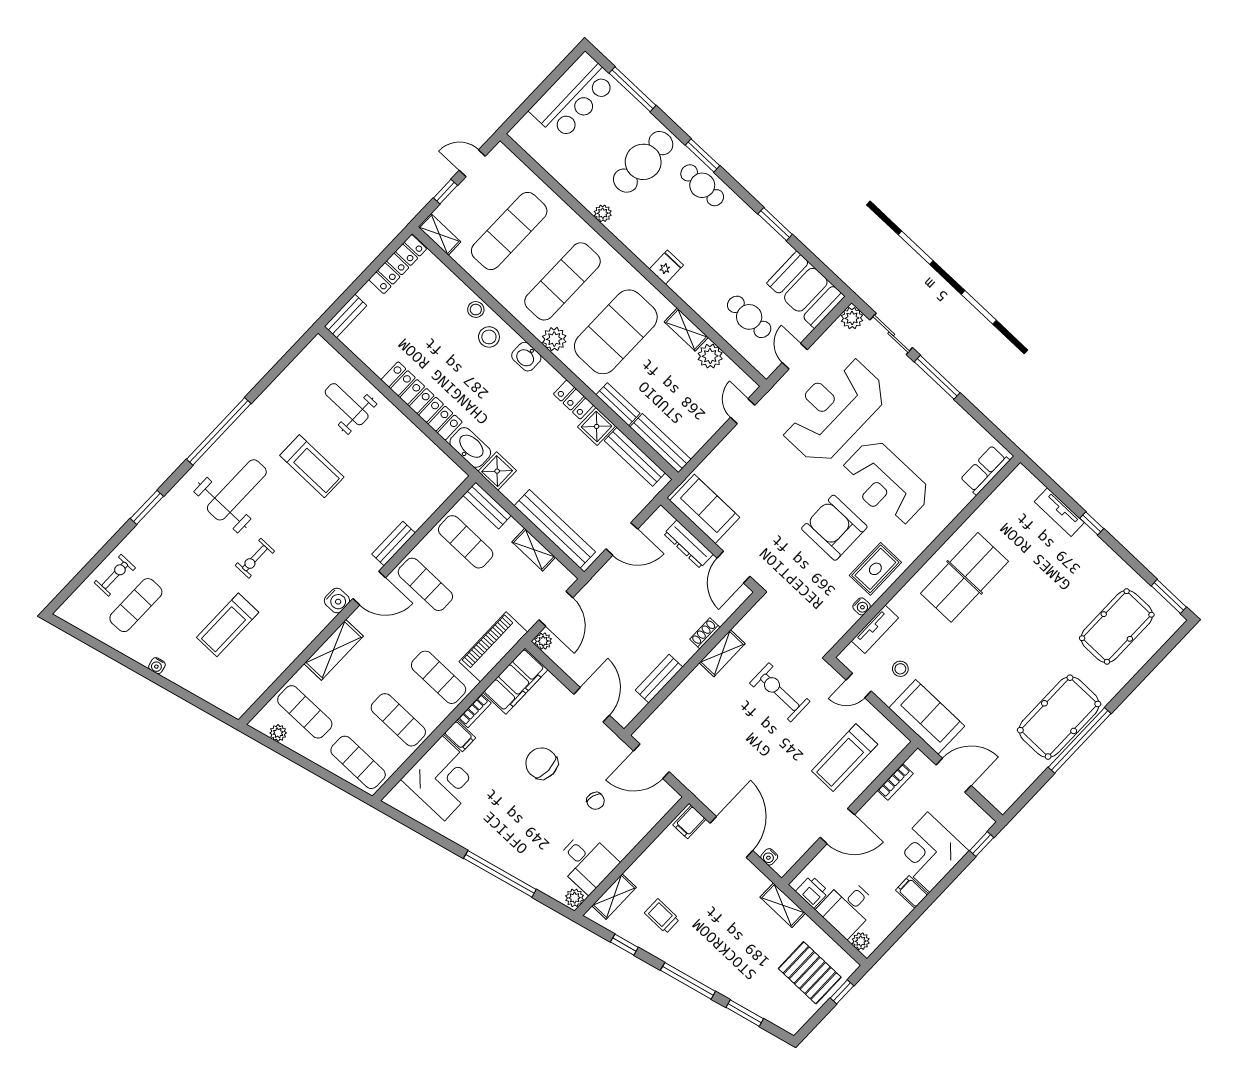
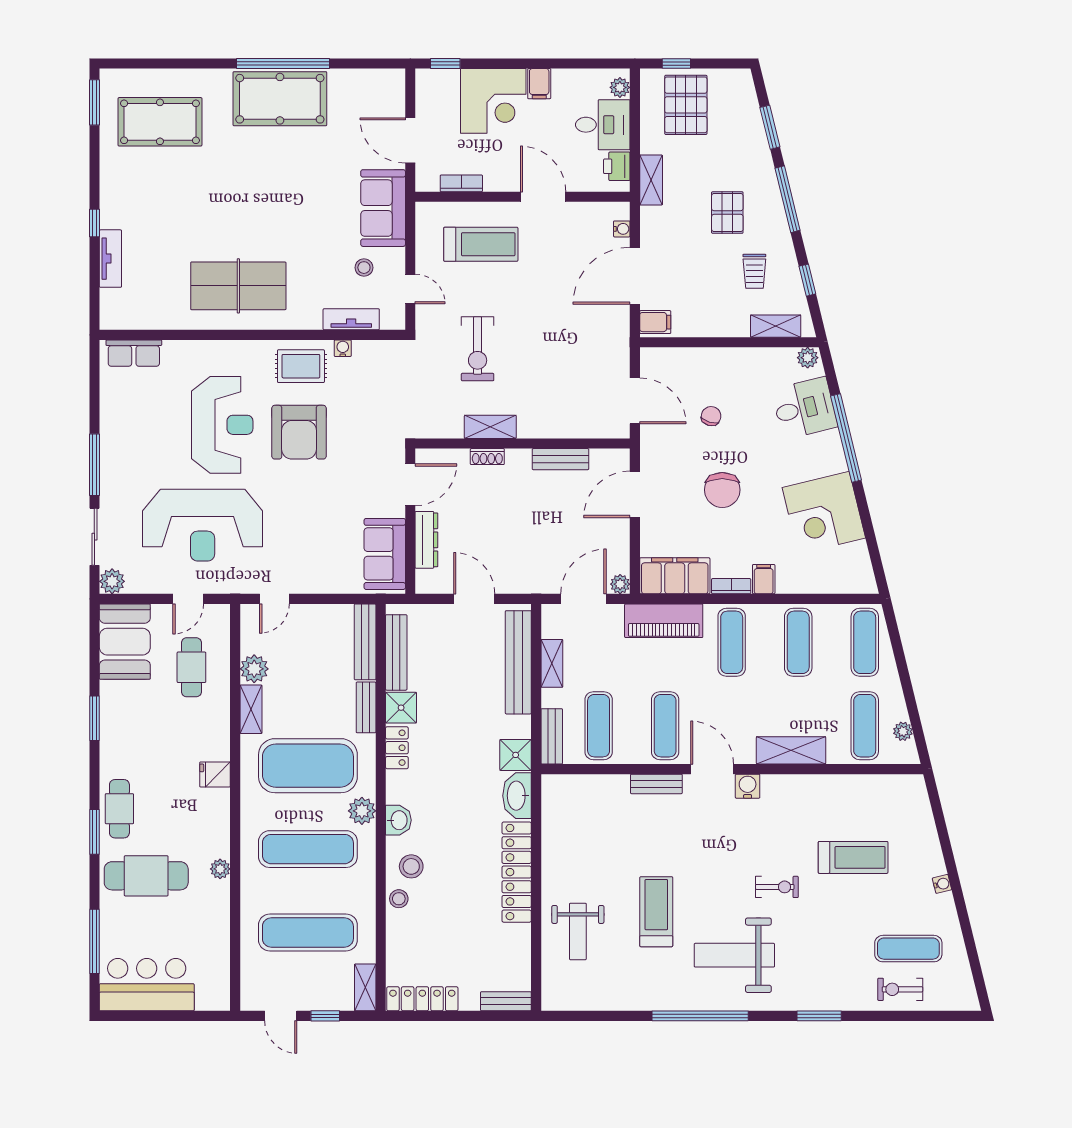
corner desk: (443, 778) -> (824, 513), moved, turned -104
desk: (587, 862) -> (804, 408), moved, turned 76
pallet: (716, 934) -> (727, 213), added

